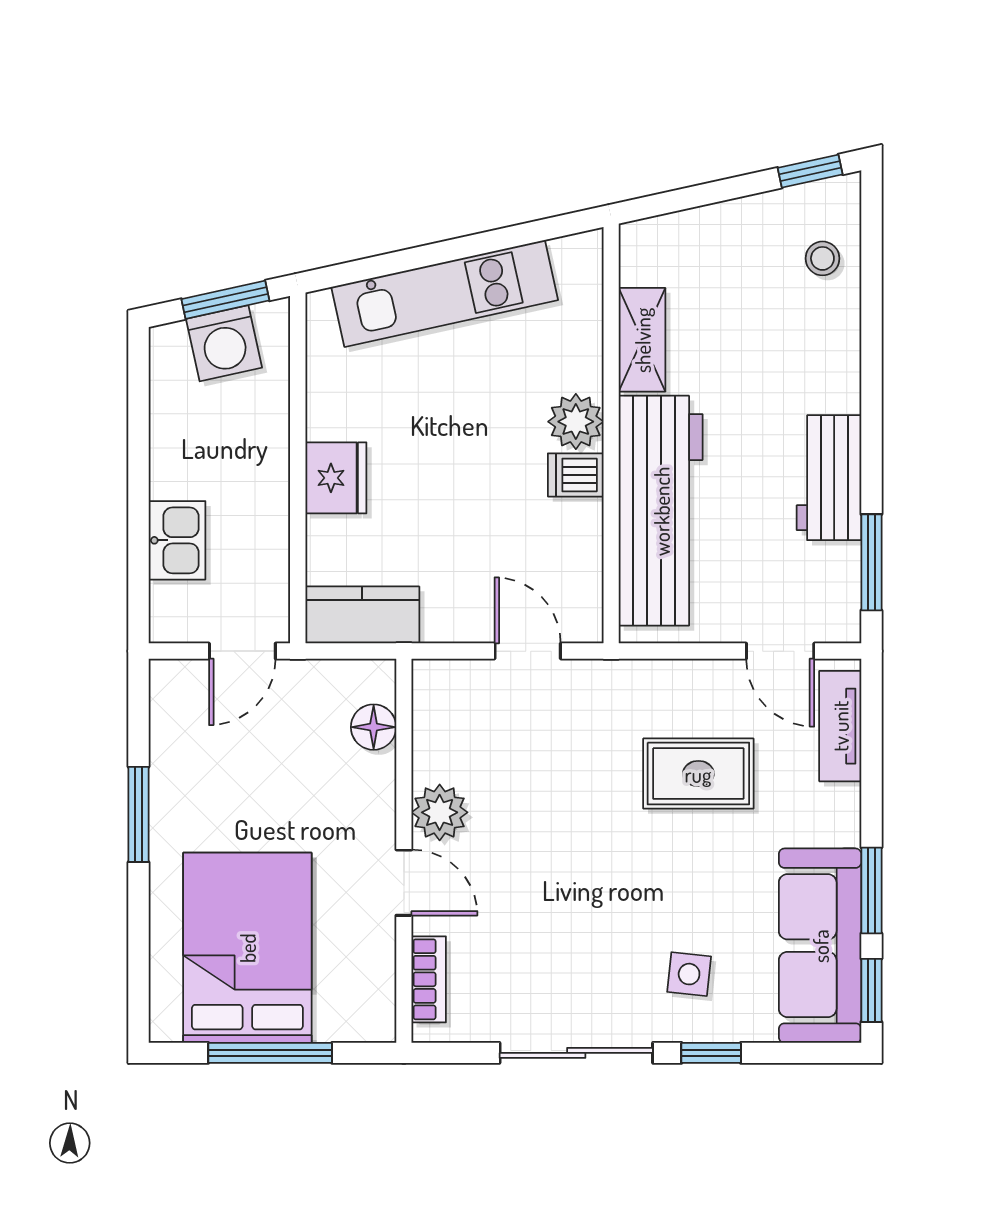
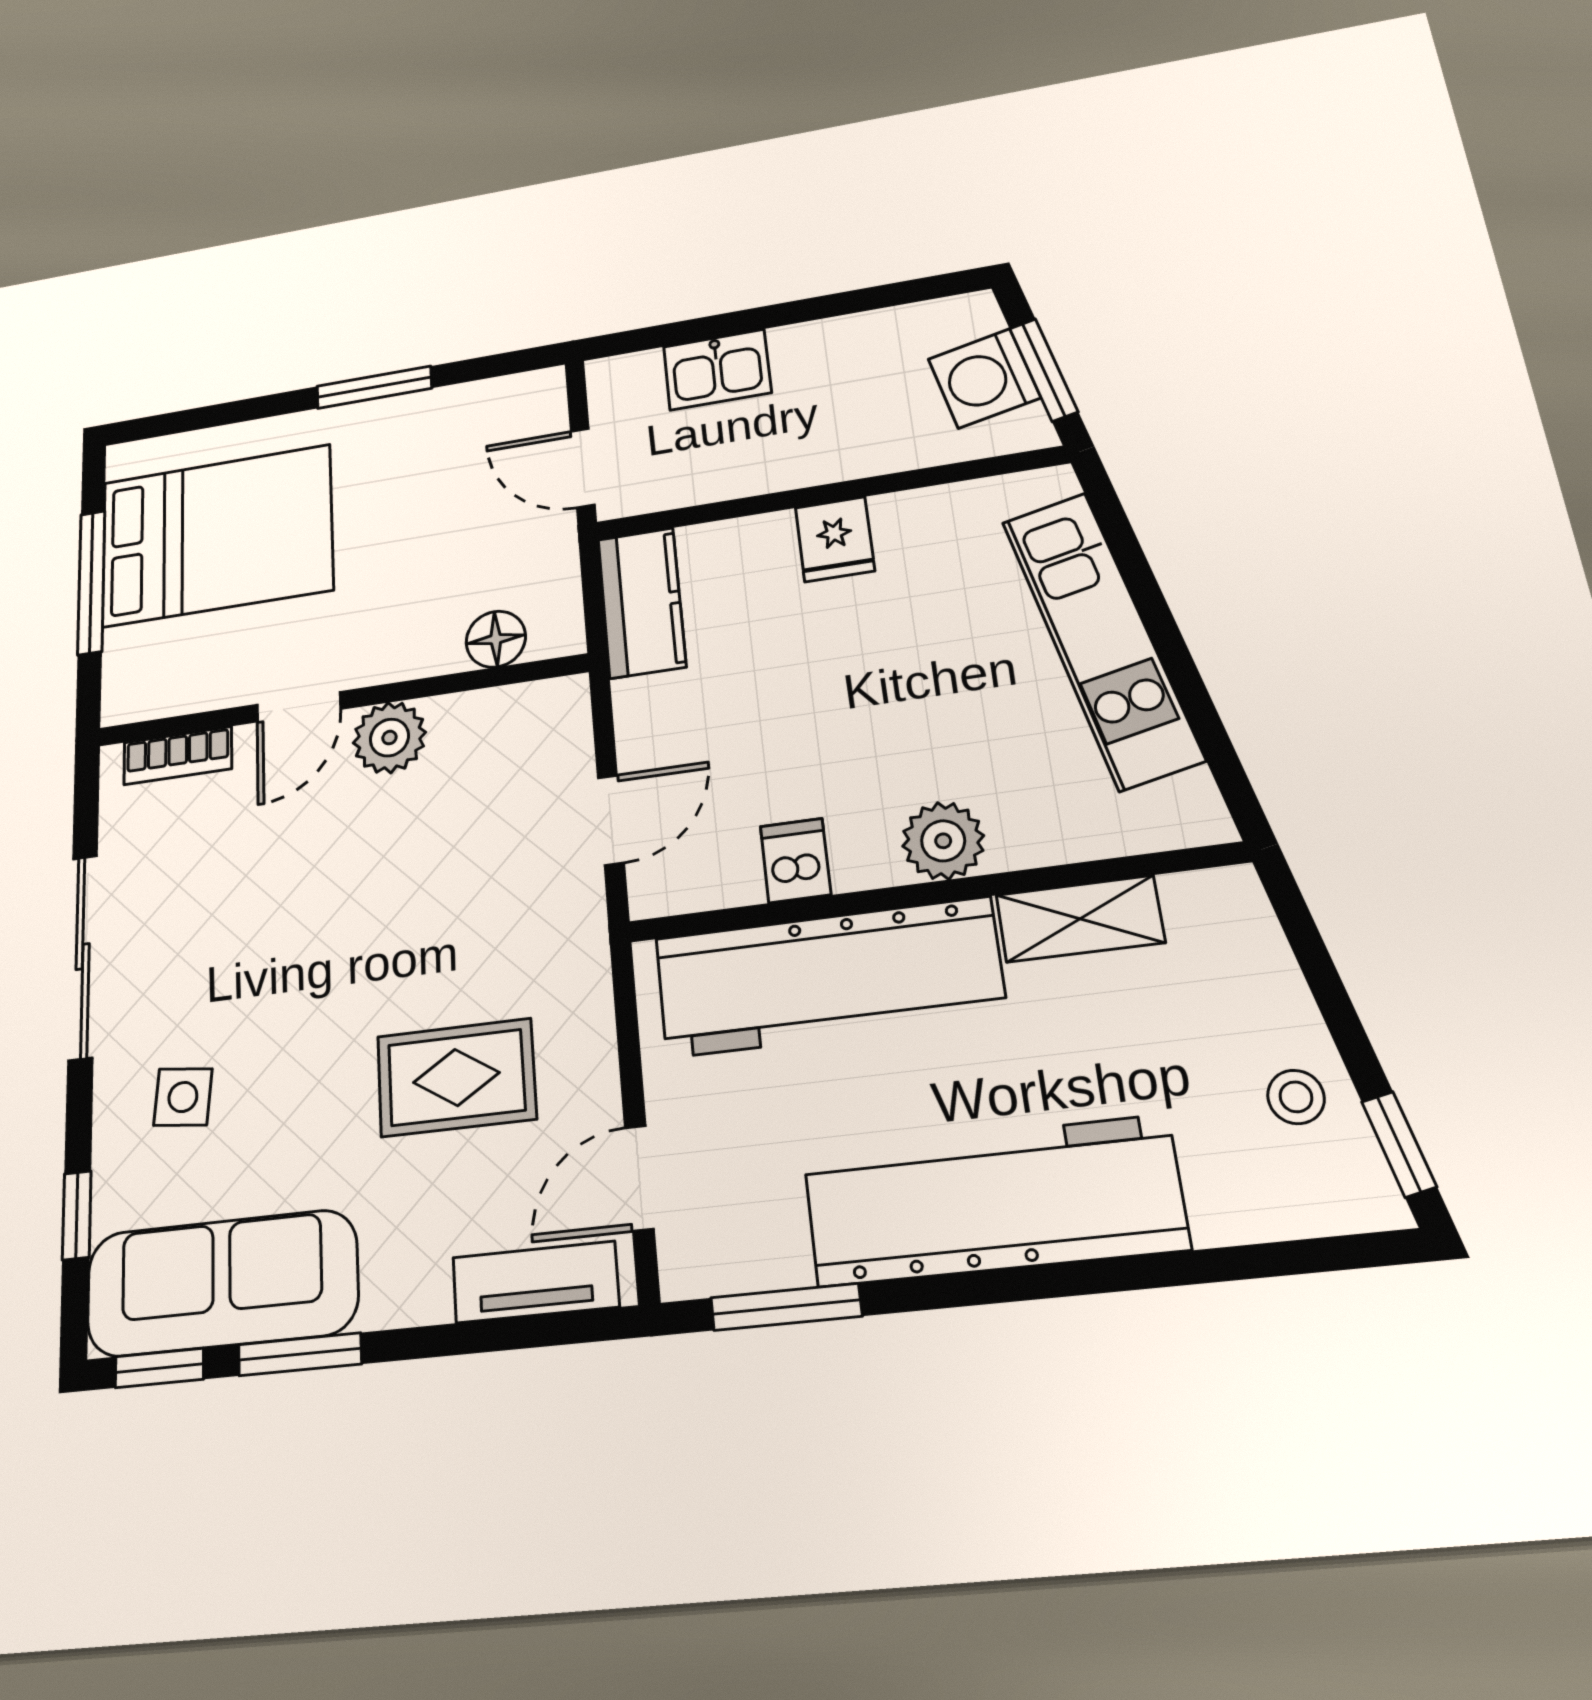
stool: (822, 258) -> (1296, 1097), moved
dishwasher: (576, 475) -> (796, 860), moved
fridge: (336, 478) -> (835, 539), width x0.72
workbench: (829, 478) -> (993, 1201), width x1.88, depth x1.32
rug: (698, 774) -> (456, 1077), turned 90
window: (711, 1053) -> (77, 1215), moved

